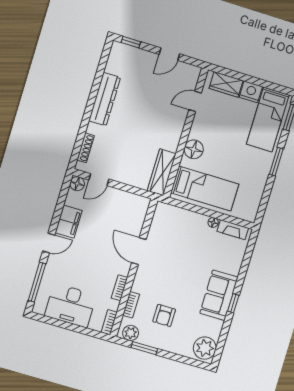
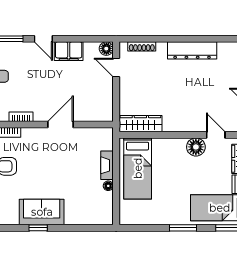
floor lamp: (194, 149) -> (196, 147), moved
fireplace: (233, 230) -> (107, 165), moved

